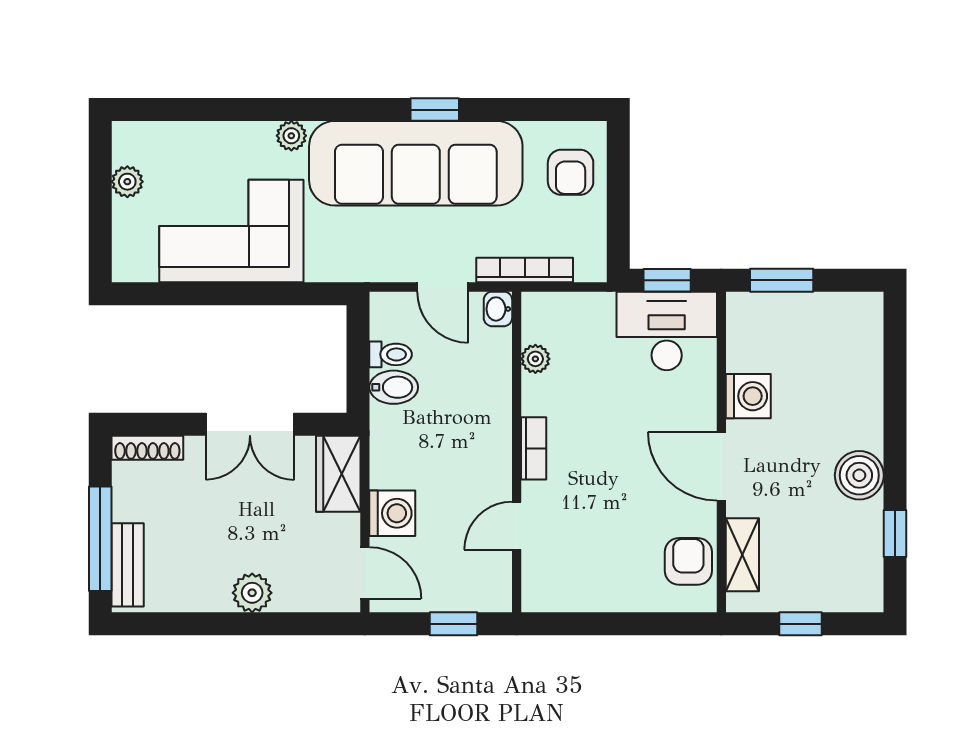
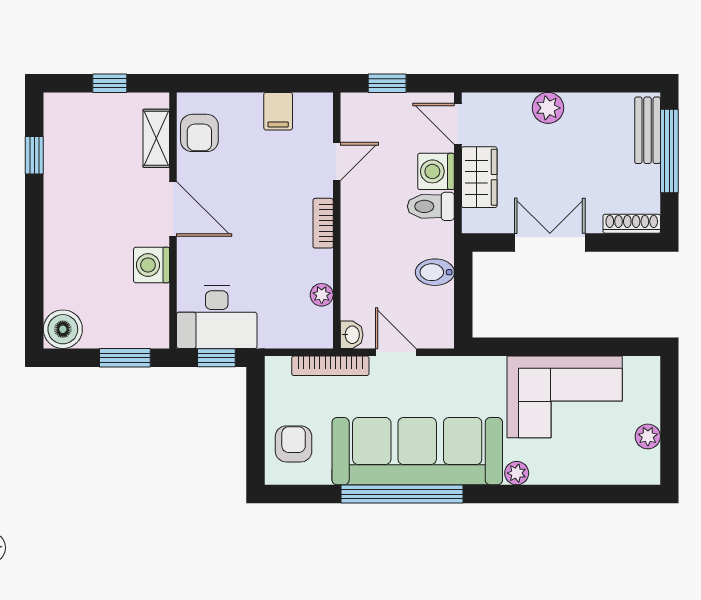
window: (435, 110) -> (402, 494), width x3.17
toilet: (391, 354) -> (431, 206), moved, width x1.37, depth x1.39
wardrobe: (338, 474) -> (479, 177), moved
boiler: (859, 475) -> (63, 329), moved
filing cabinet: (590, 589) -> (278, 111), added

